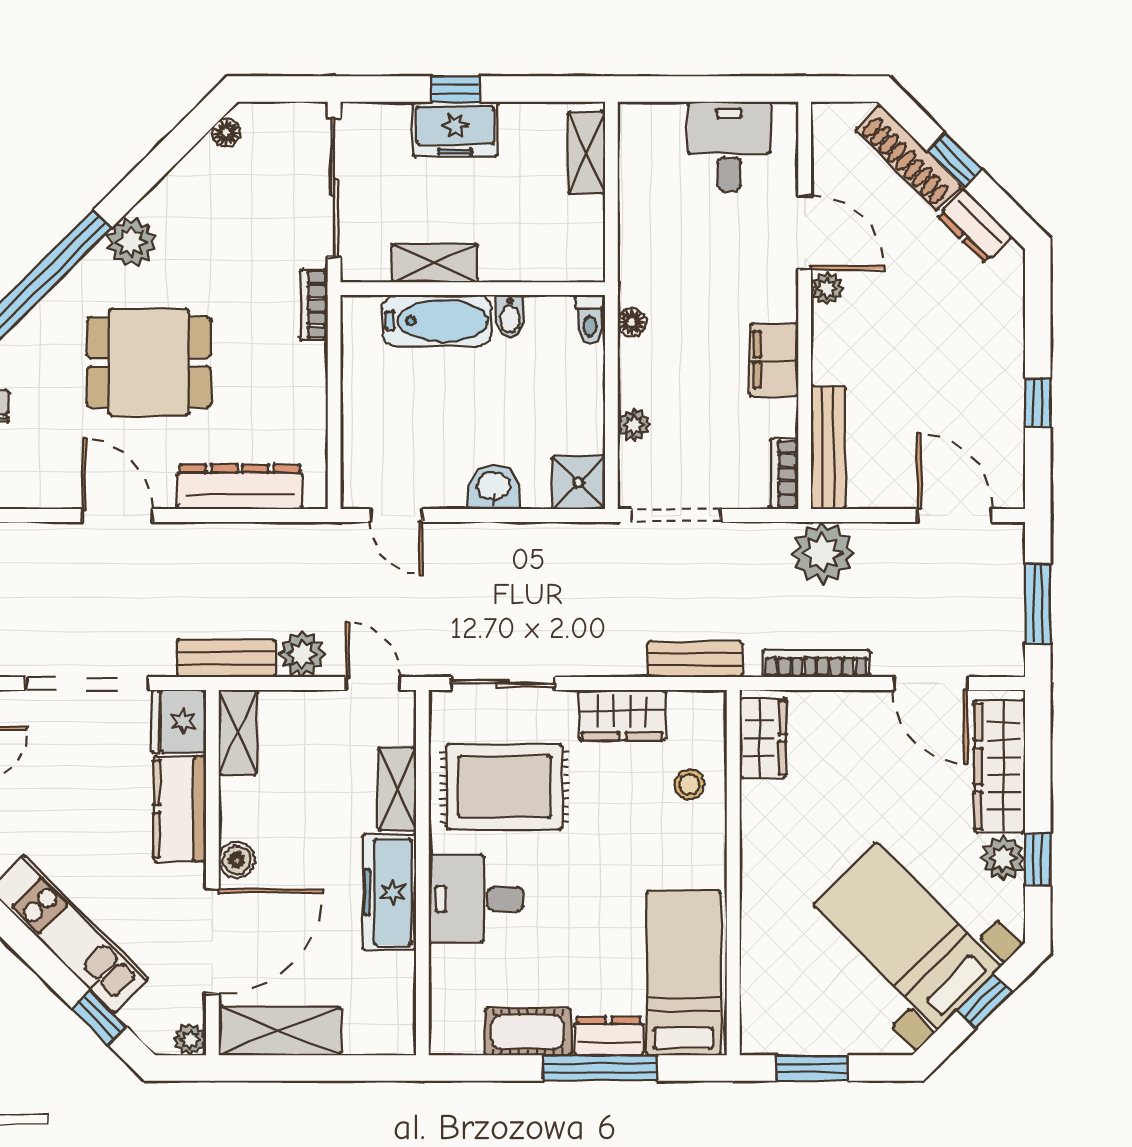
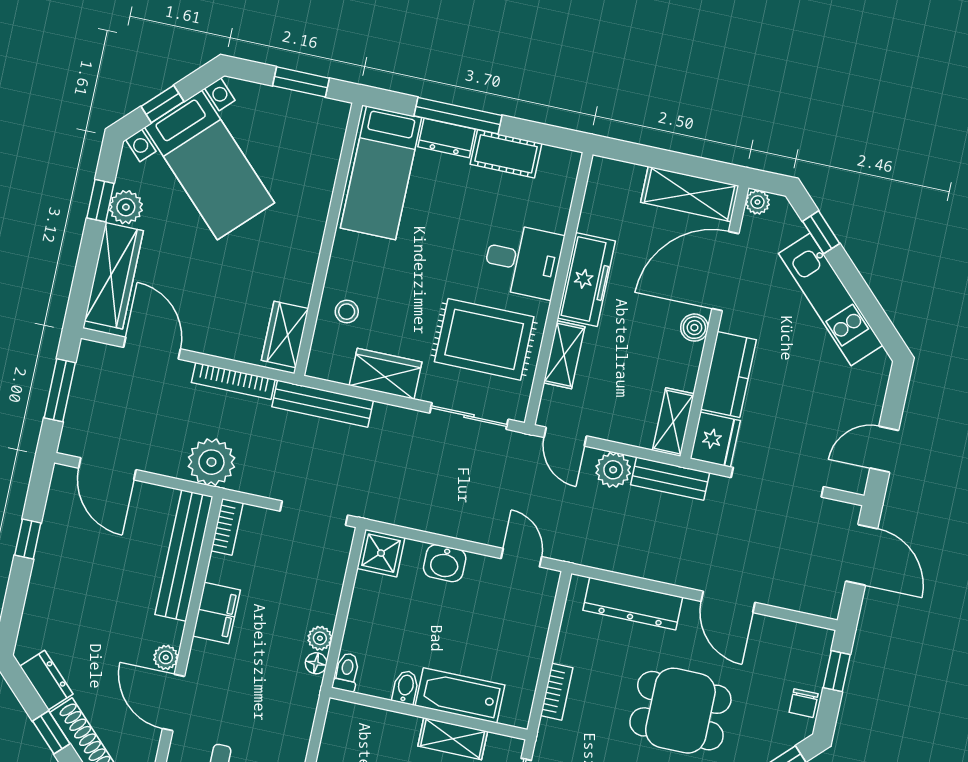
bookcase: (314, 305) -> (557, 692), moved
plant: (634, 425) -> (320, 638), moved
bench: (828, 447) -> (184, 556), width x1.37, depth x1.21
bench: (695, 659) -> (323, 404), width x1.36

